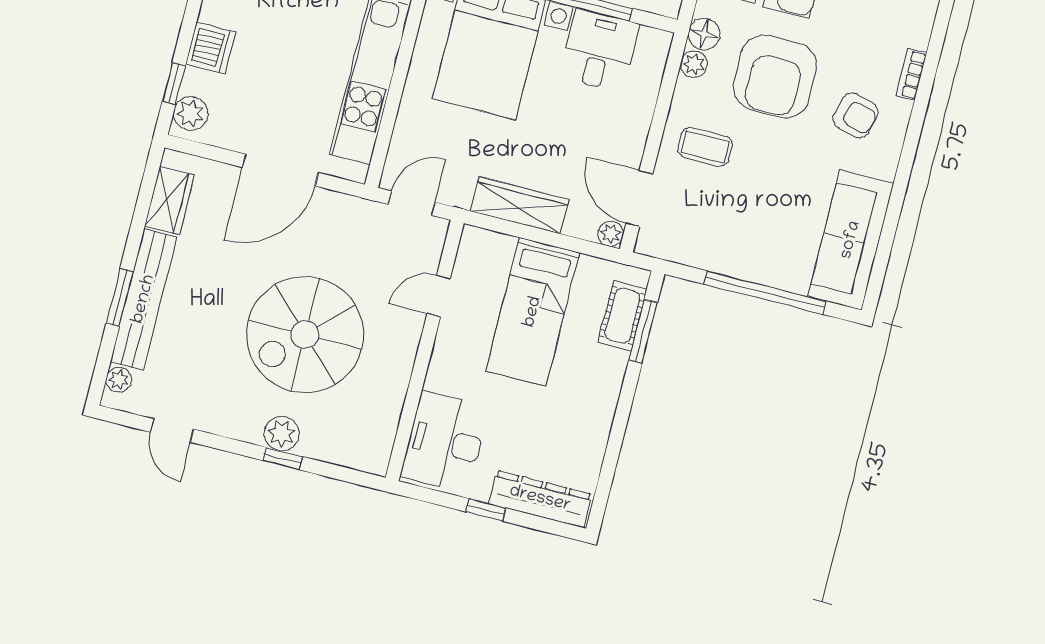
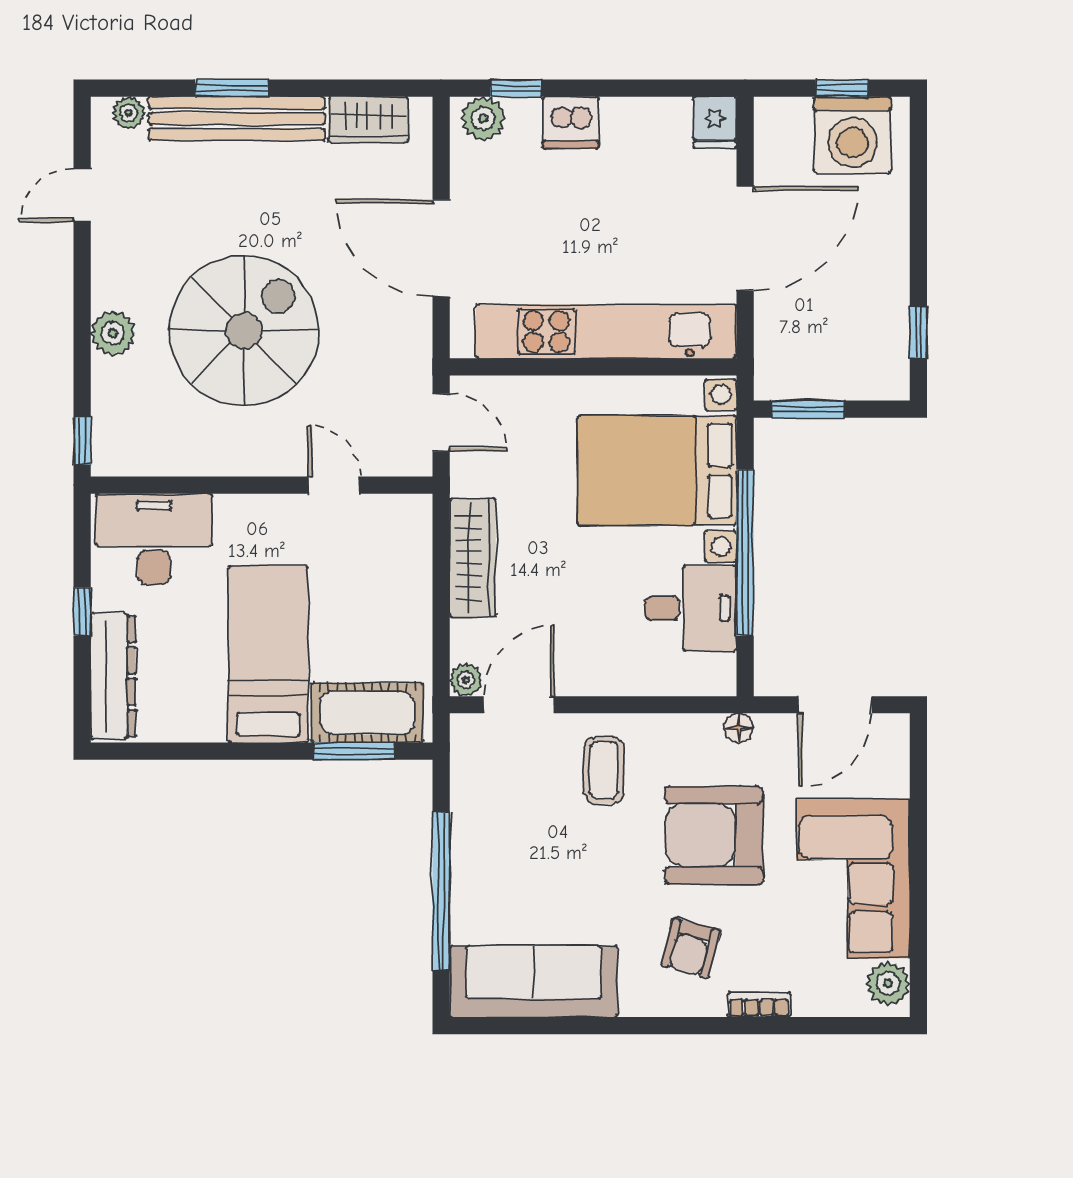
floor lamp: (704, 34) -> (739, 728), width x0.73, depth x0.73
plant: (694, 64) -> (703, 730), removed
bed: (533, 312) -> (268, 654), moved, turned 90
cot: (622, 316) -> (367, 713), width x1.37, depth x1.34
spiral stairs: (305, 335) -> (244, 331), turned 90
window: (283, 459) -> (82, 441), moved

